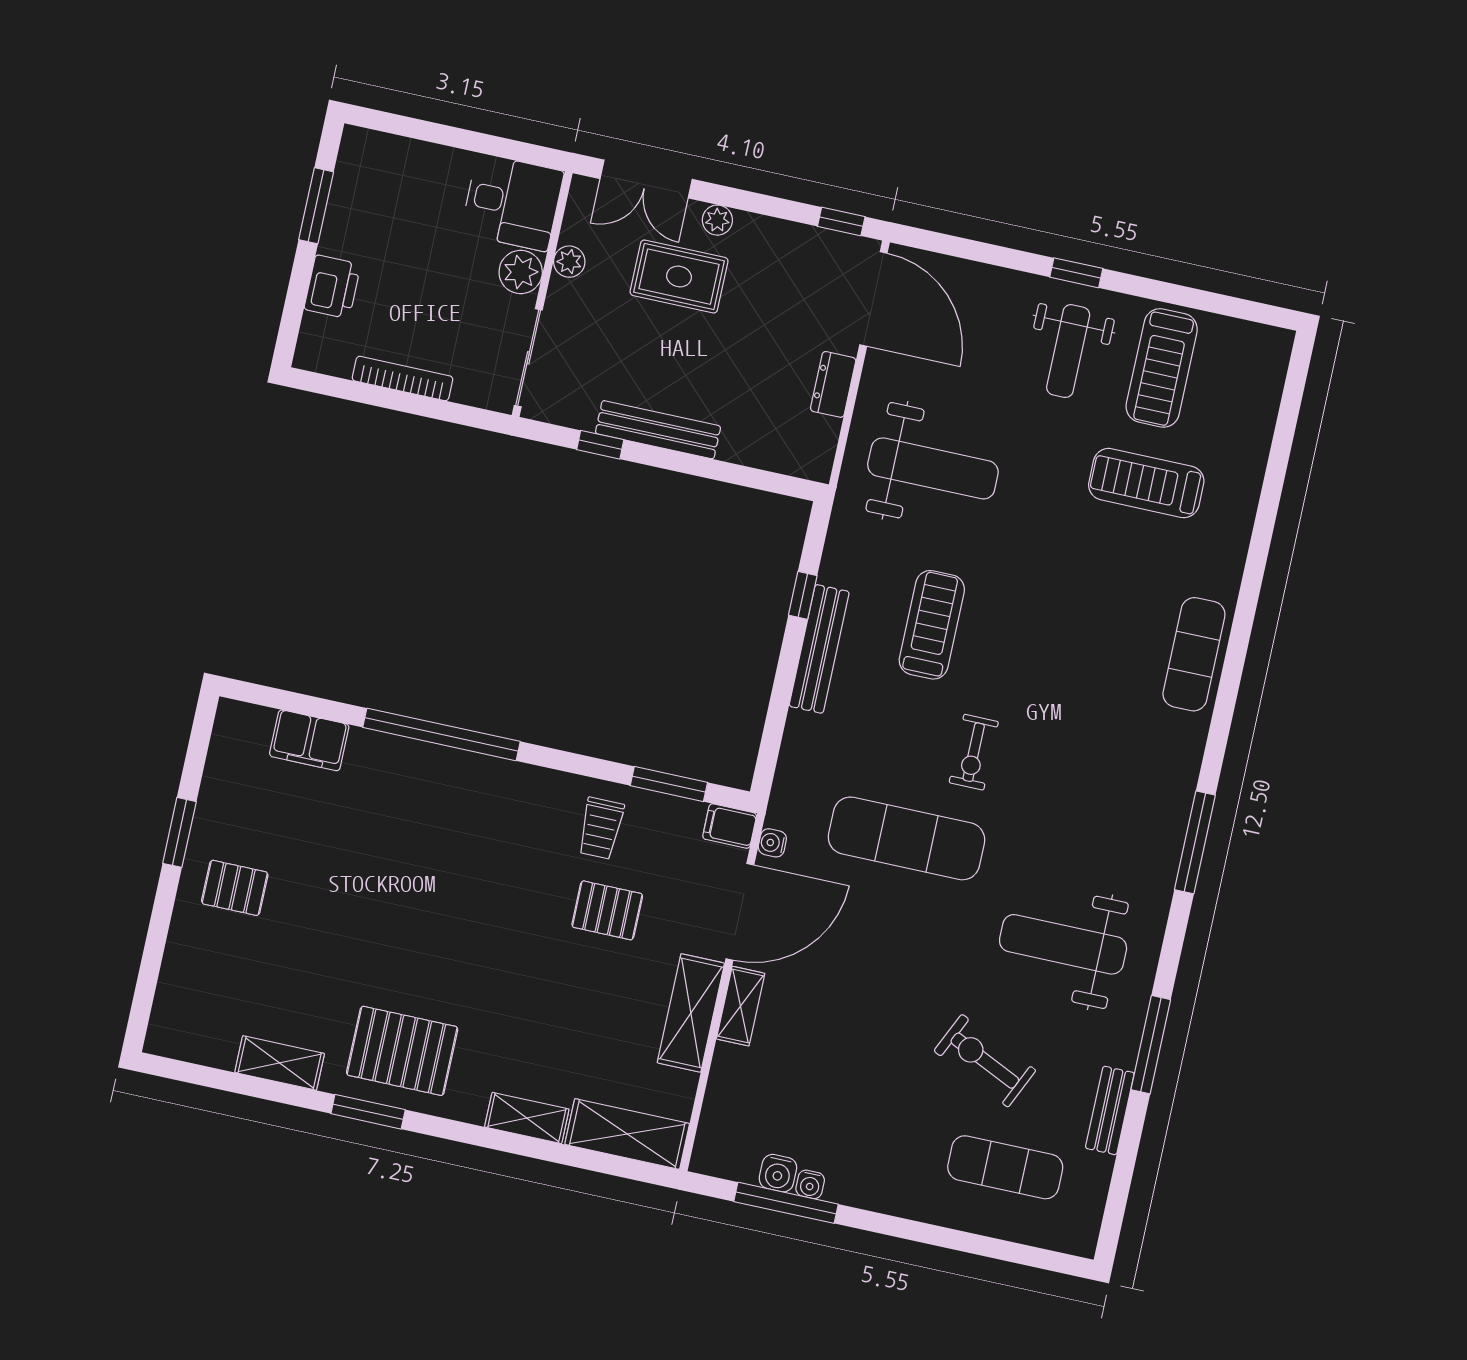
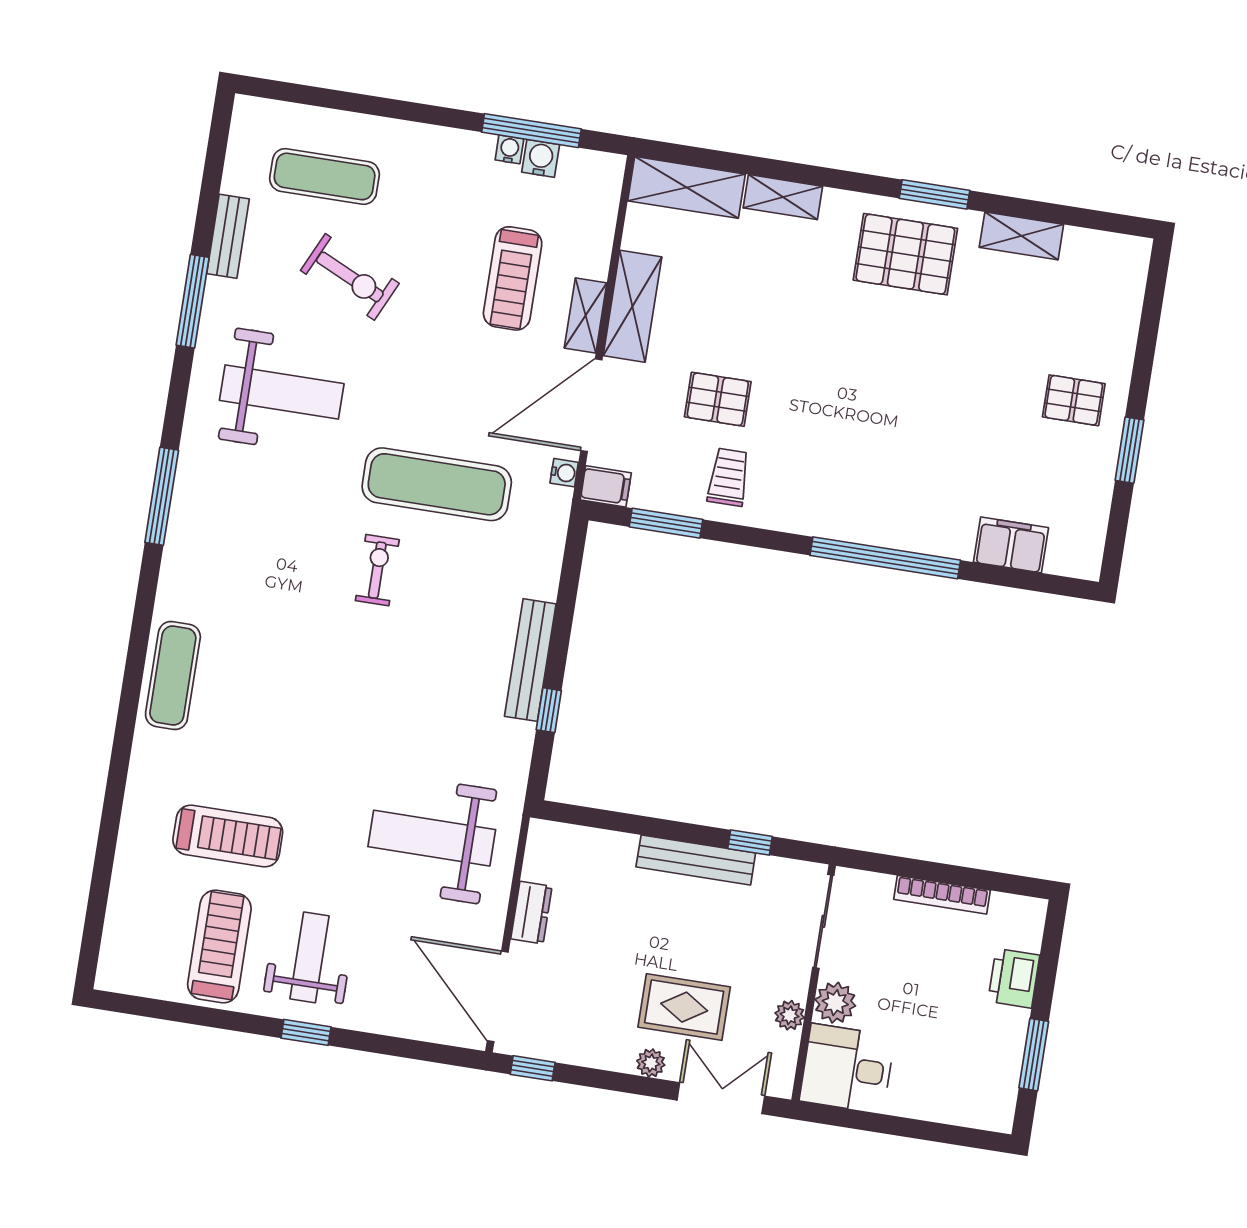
treadmill: (932, 625) -> (513, 278), moved

